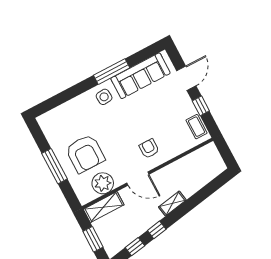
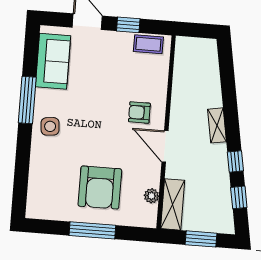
sofa: (140, 76) -> (53, 61), width x0.73
armchair: (85, 154) -> (100, 188), turned 90
door: (138, 179) -> (165, 146), swing flipped
plant: (103, 183) -> (151, 196), width x0.53, depth x0.53

